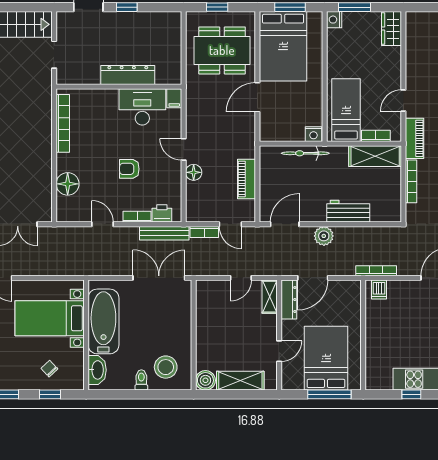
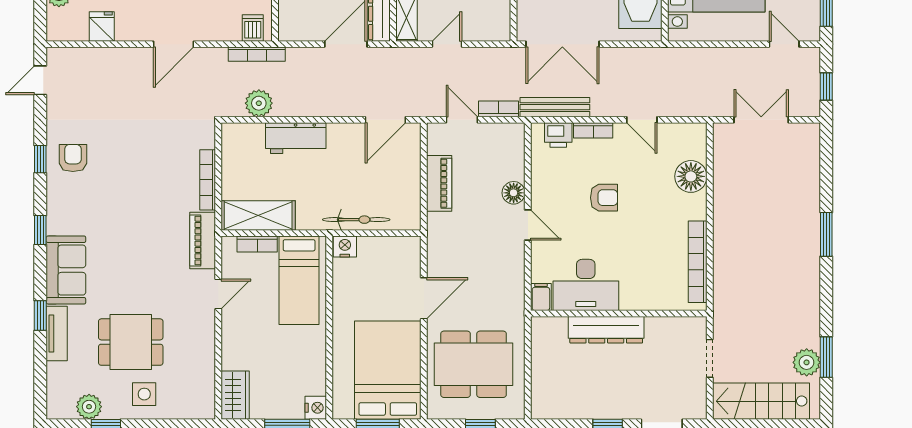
plant: (324, 236) -> (259, 103), moved

